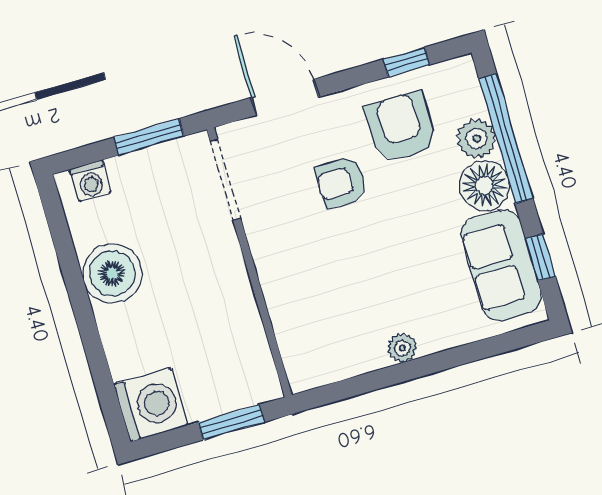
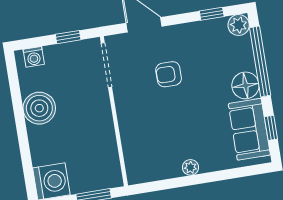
armchair: (401, 127) -> (204, 48), removed
window: (149, 137) -> (68, 37), width x0.67
plant: (476, 139) -> (239, 25), moved

